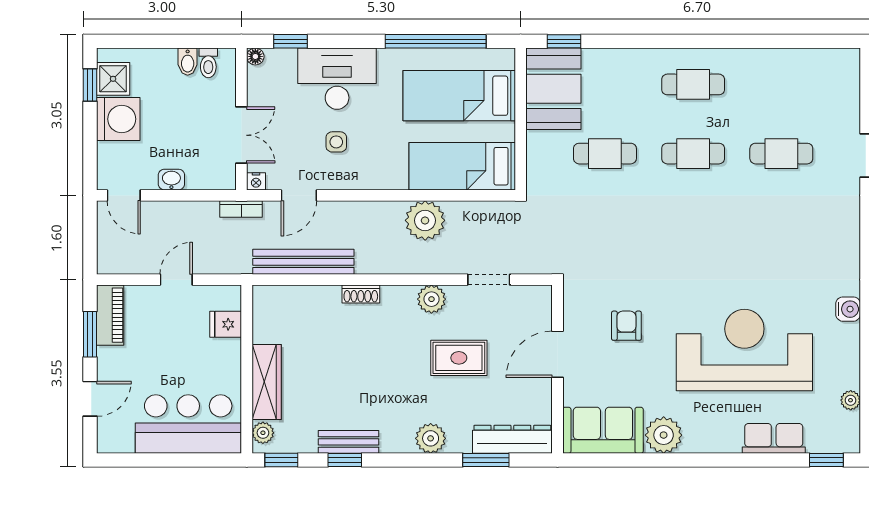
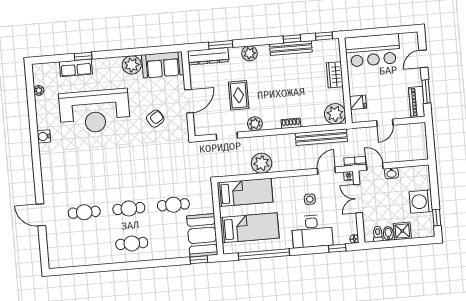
shower: (113, 79) -> (402, 231), moved
door: (124, 195) -> (375, 167), moved
armchair: (626, 326) -> (155, 119), turned -123
rug: (459, 358) -> (239, 95), turned 90
wardrobe: (267, 382) -> (335, 75), width x0.67
plant: (263, 433) -> (335, 114), moved, width x1.88, depth x1.88
bench: (348, 442) -> (291, 48), width x1.36
window: (826, 460) -> (83, 56), moved

